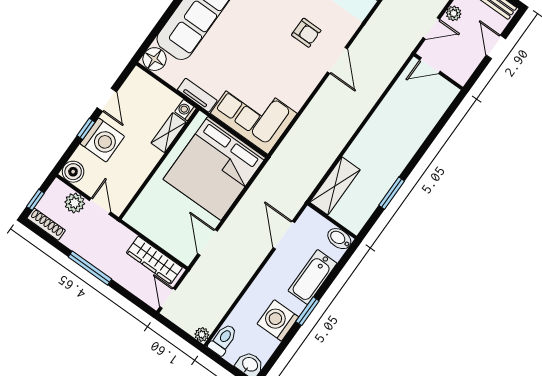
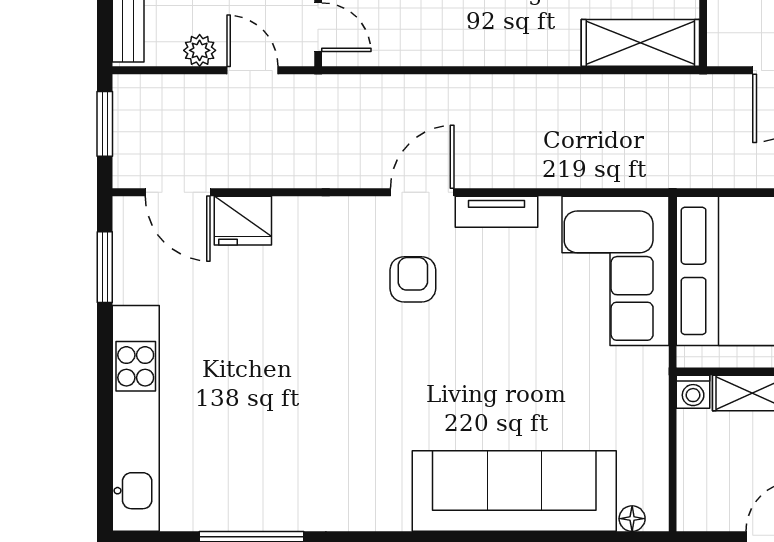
floor lamp: (154, 59) -> (632, 519), width x0.53, depth x0.53
tv unit: (197, 95) -> (496, 212), moved, turned -90

